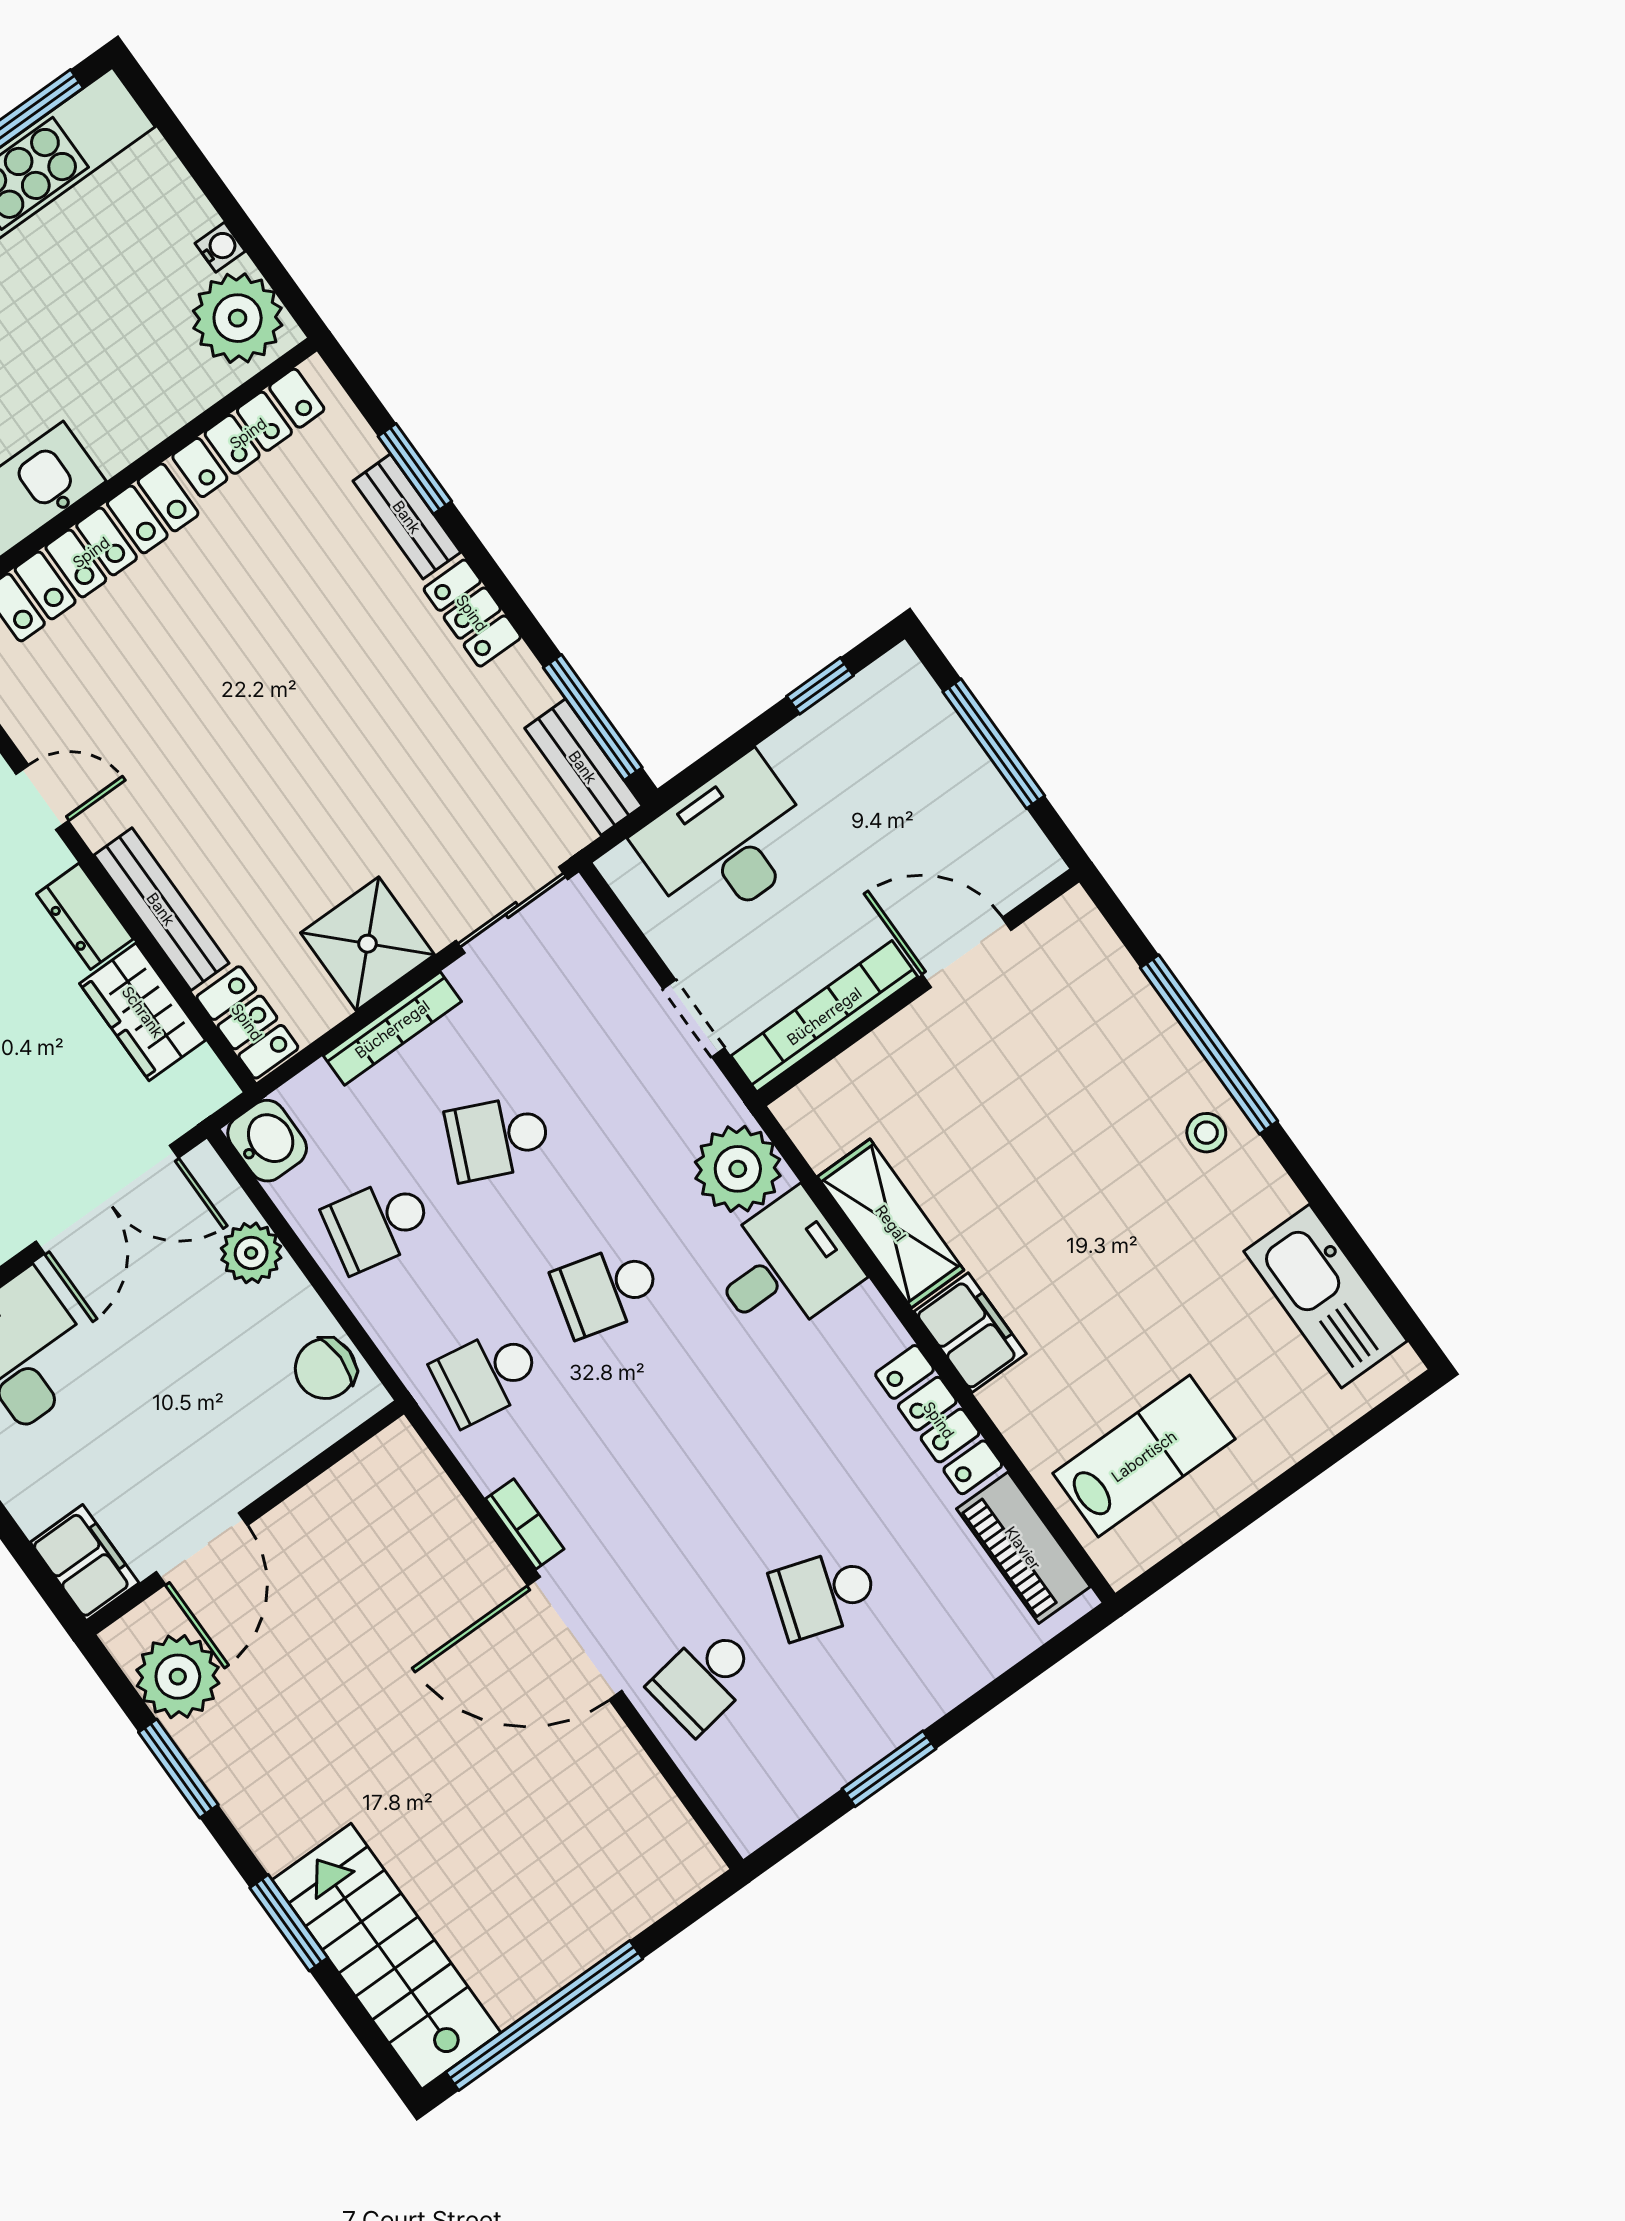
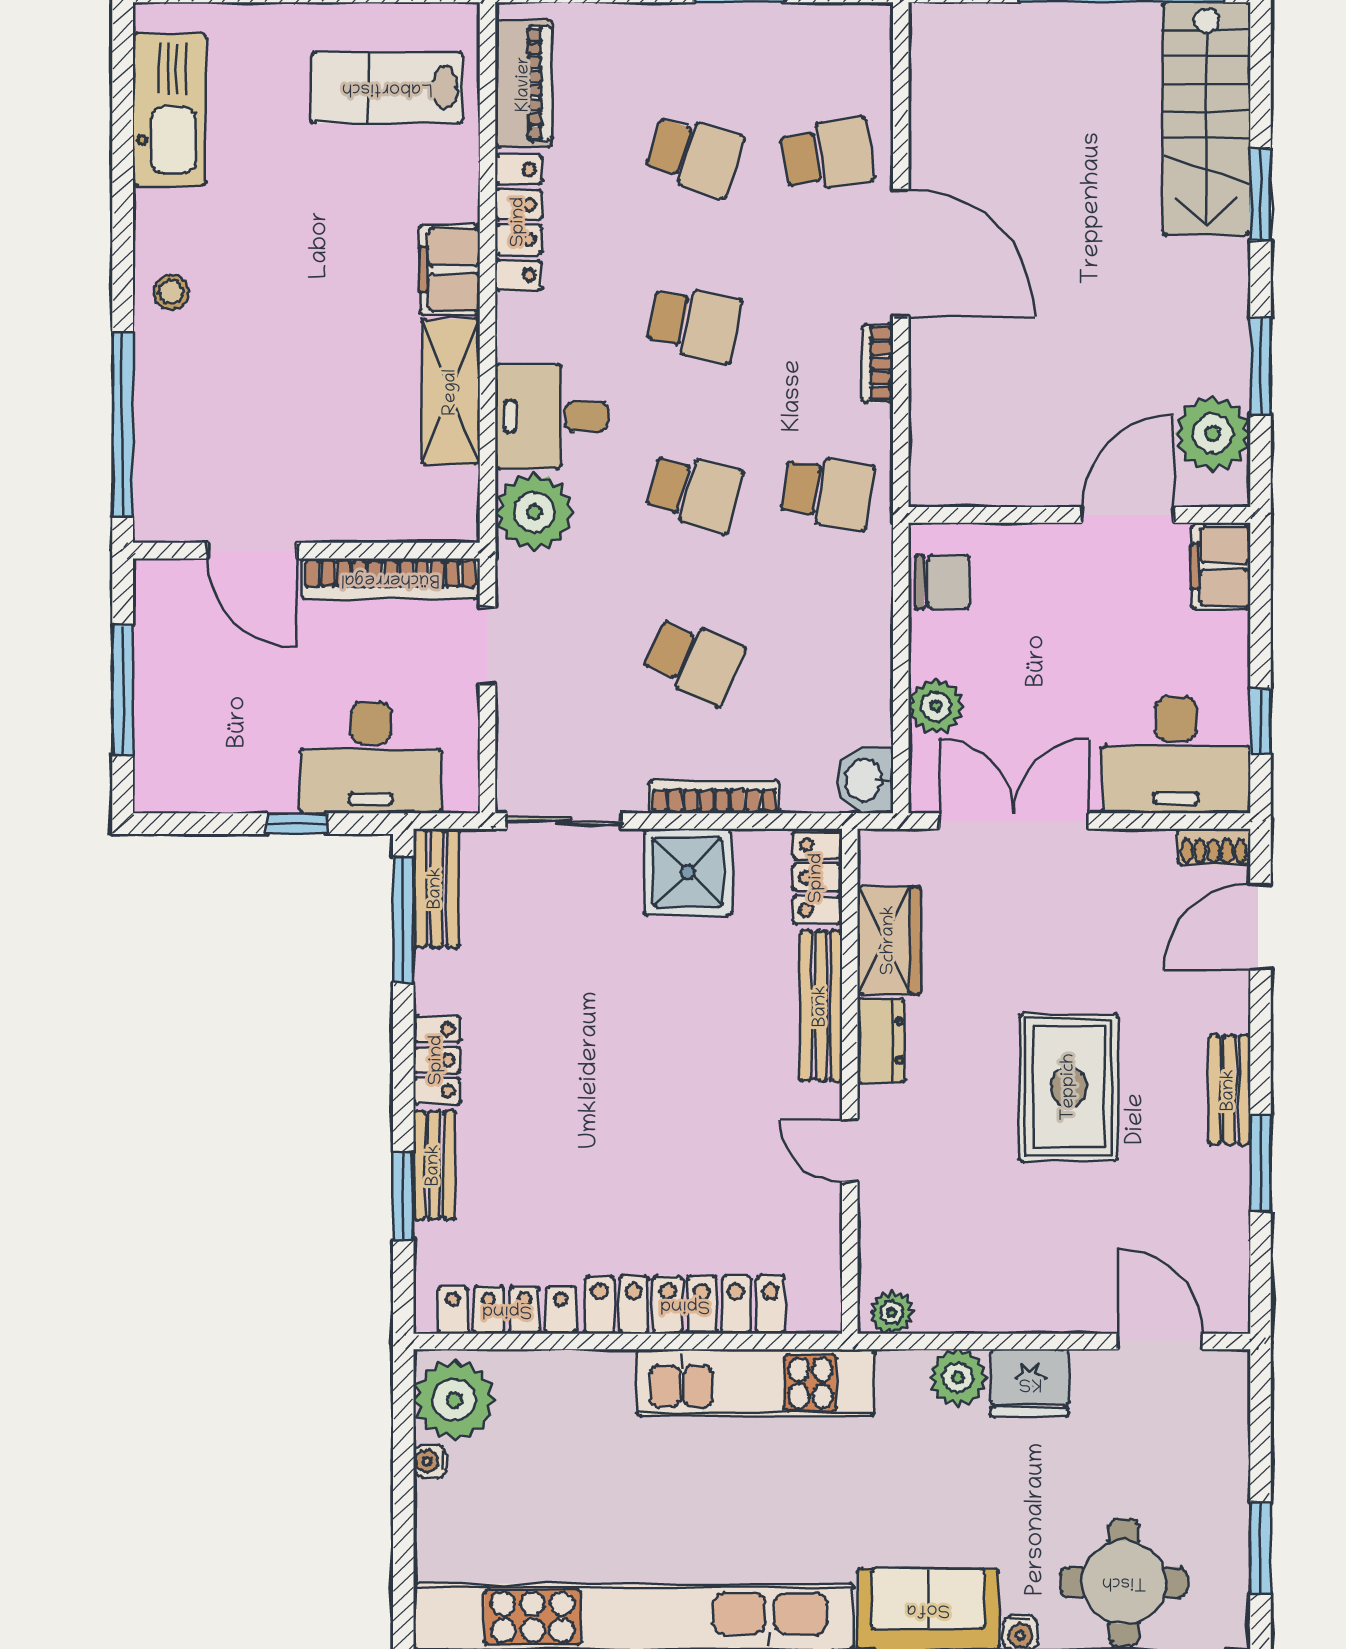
window: (820, 686) -> (297, 824), moved
window: (1209, 1044) -> (123, 424), moved
school desk: (378, 1224) -> (694, 323), moved

